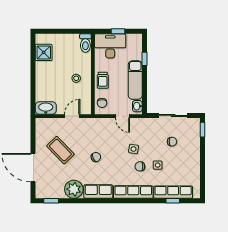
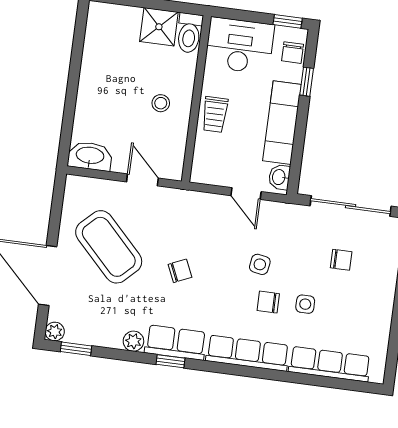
window: (118, 31) -> (288, 21), moved
shower: (44, 52) -> (159, 27), moved
chair: (102, 103) -> (293, 53), moved
sliding door: (173, 115) -> (351, 206), width x1.37
door: (72, 116) -> (142, 180), hinge flipped
coffee table: (60, 150) -> (109, 247), width x1.36, depth x1.32
plant: (74, 189) -> (133, 341), width x0.53, depth x0.53
plant: (40, 194) -> (55, 332), added
window: (173, 201) -> (170, 361), moved

